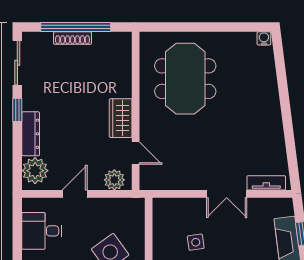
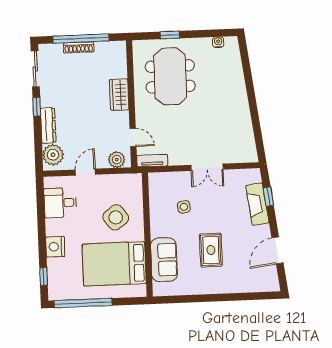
window: (187, 27) -> (170, 35), added
water cooler: (264, 38) -> (218, 42), moved
wardrobe: (121, 118) -> (119, 95), moved
tv unit: (266, 183) -> (152, 161), moved

